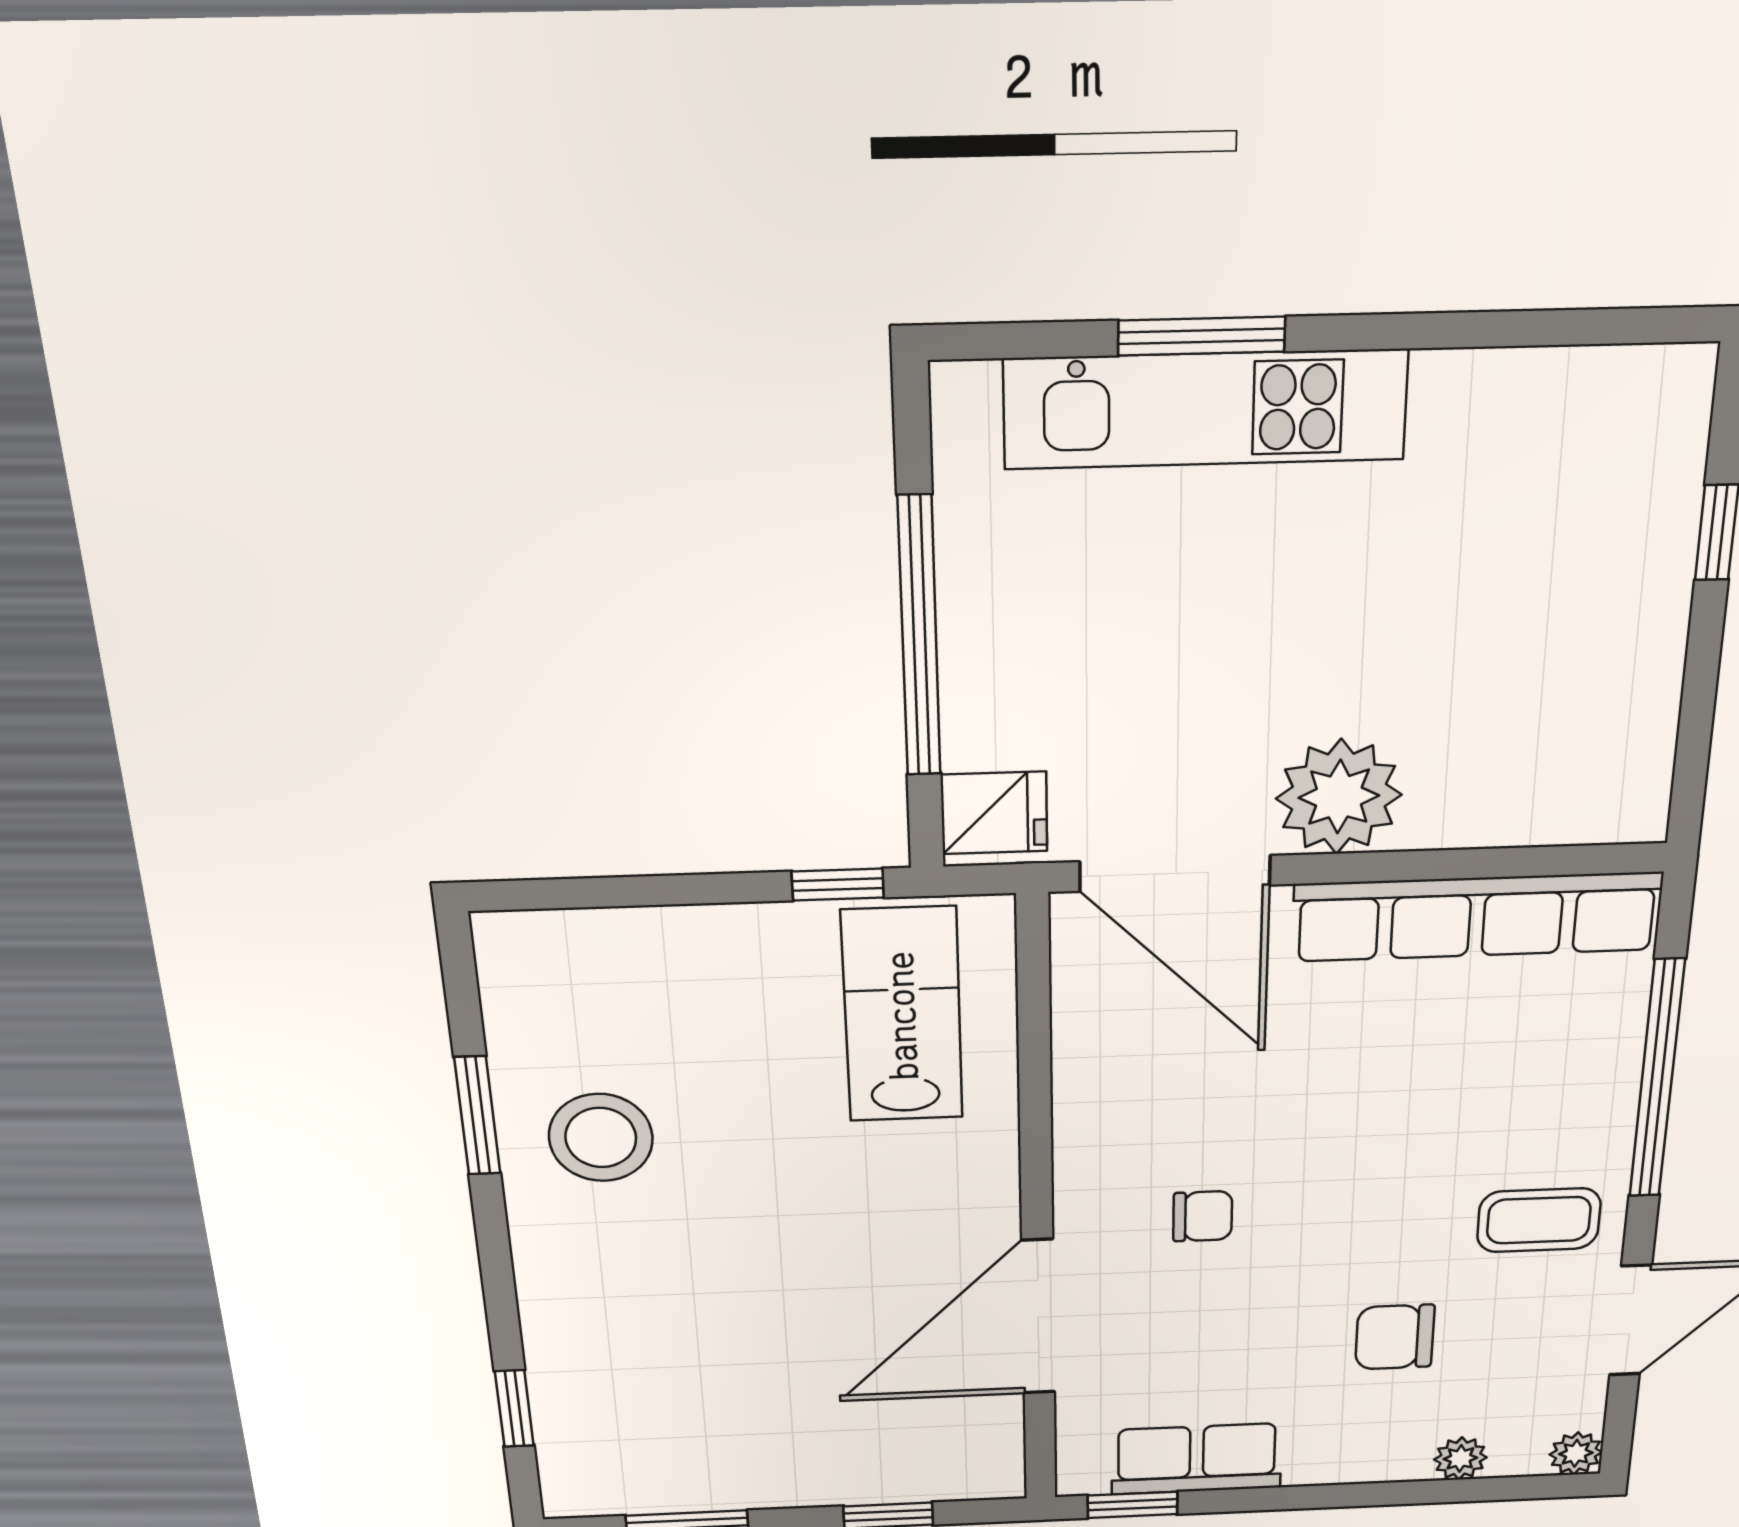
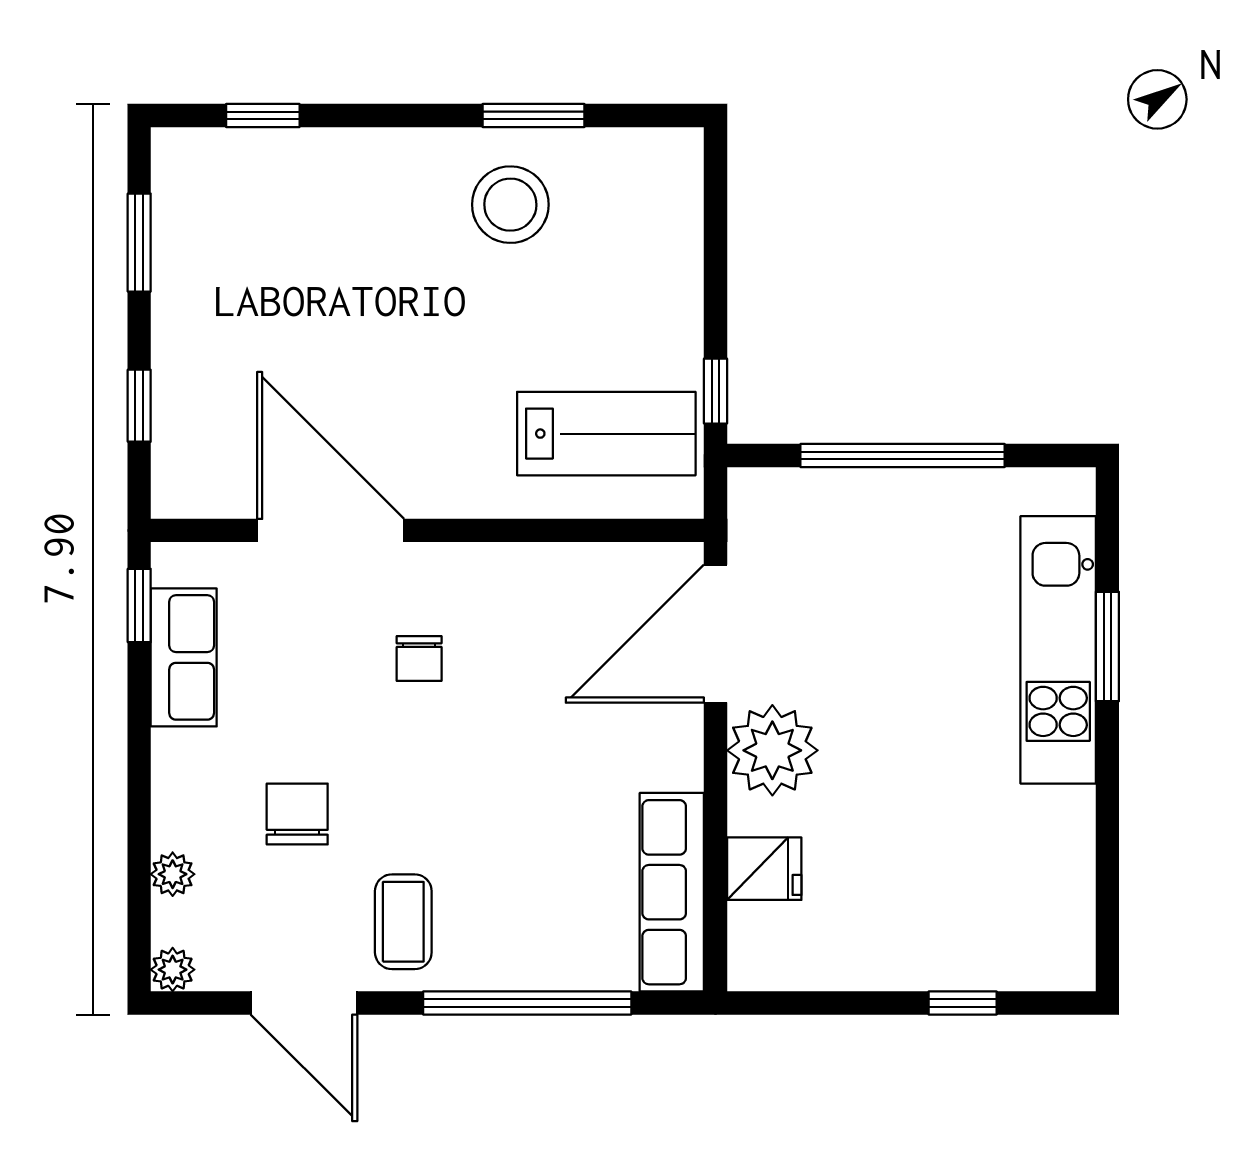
fridge: (994, 813) -> (764, 869), moved, turned -90
row of seats: (1477, 917) -> (672, 892), width x0.73

